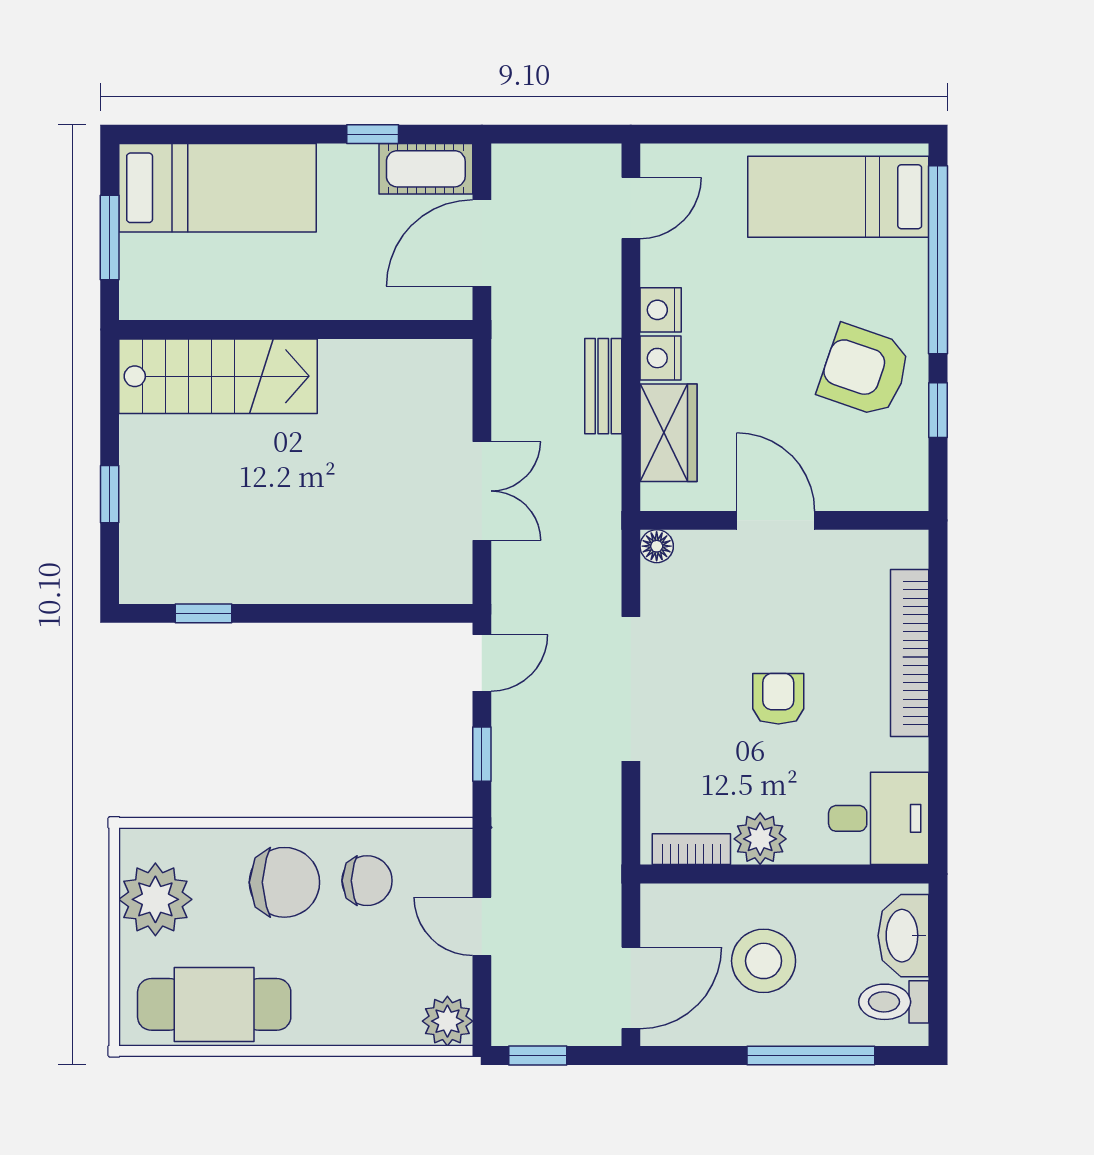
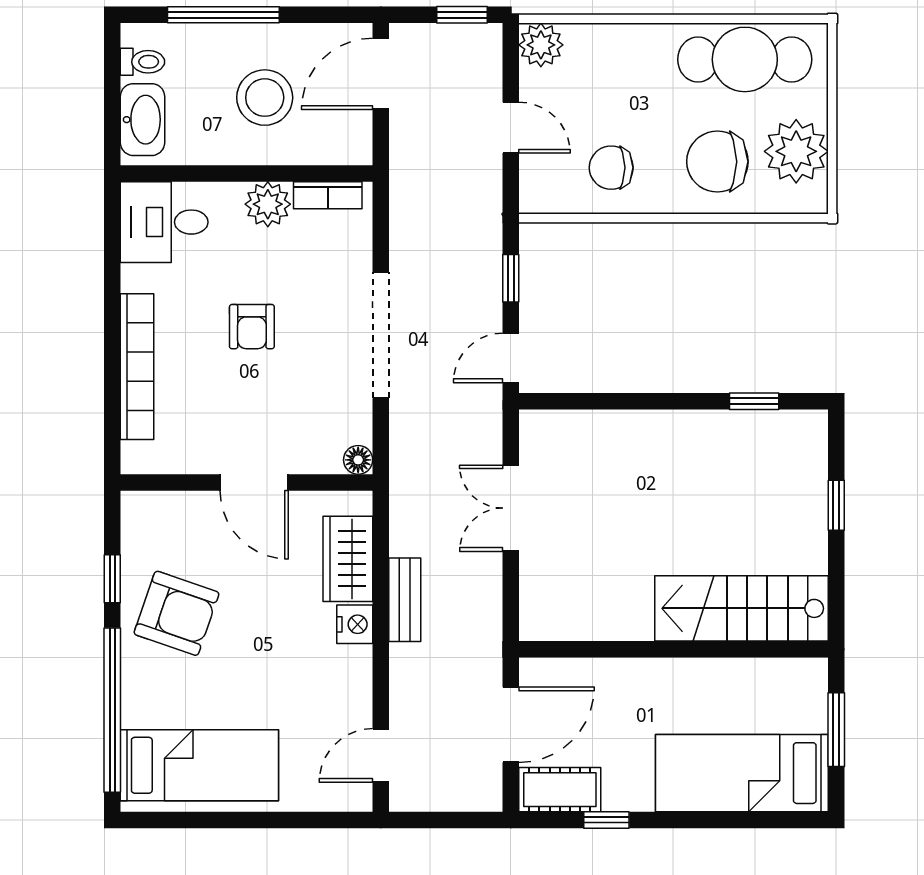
nightstand: (661, 310) -> (355, 666), removed
chair: (284, 882) -> (717, 162), moved
toilet: (894, 1002) -> (142, 62), width x0.73, depth x0.72

